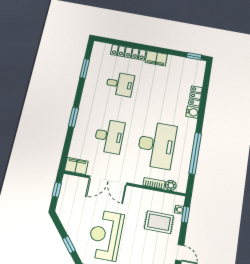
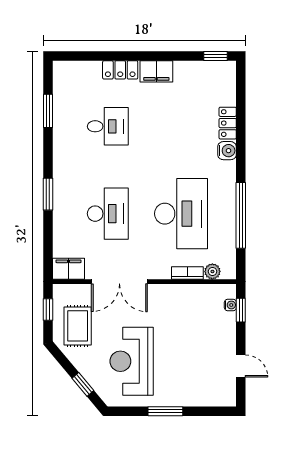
locker: (128, 52) -> (120, 70), width x0.66
rug: (159, 222) -> (78, 326), moved, turned 90

